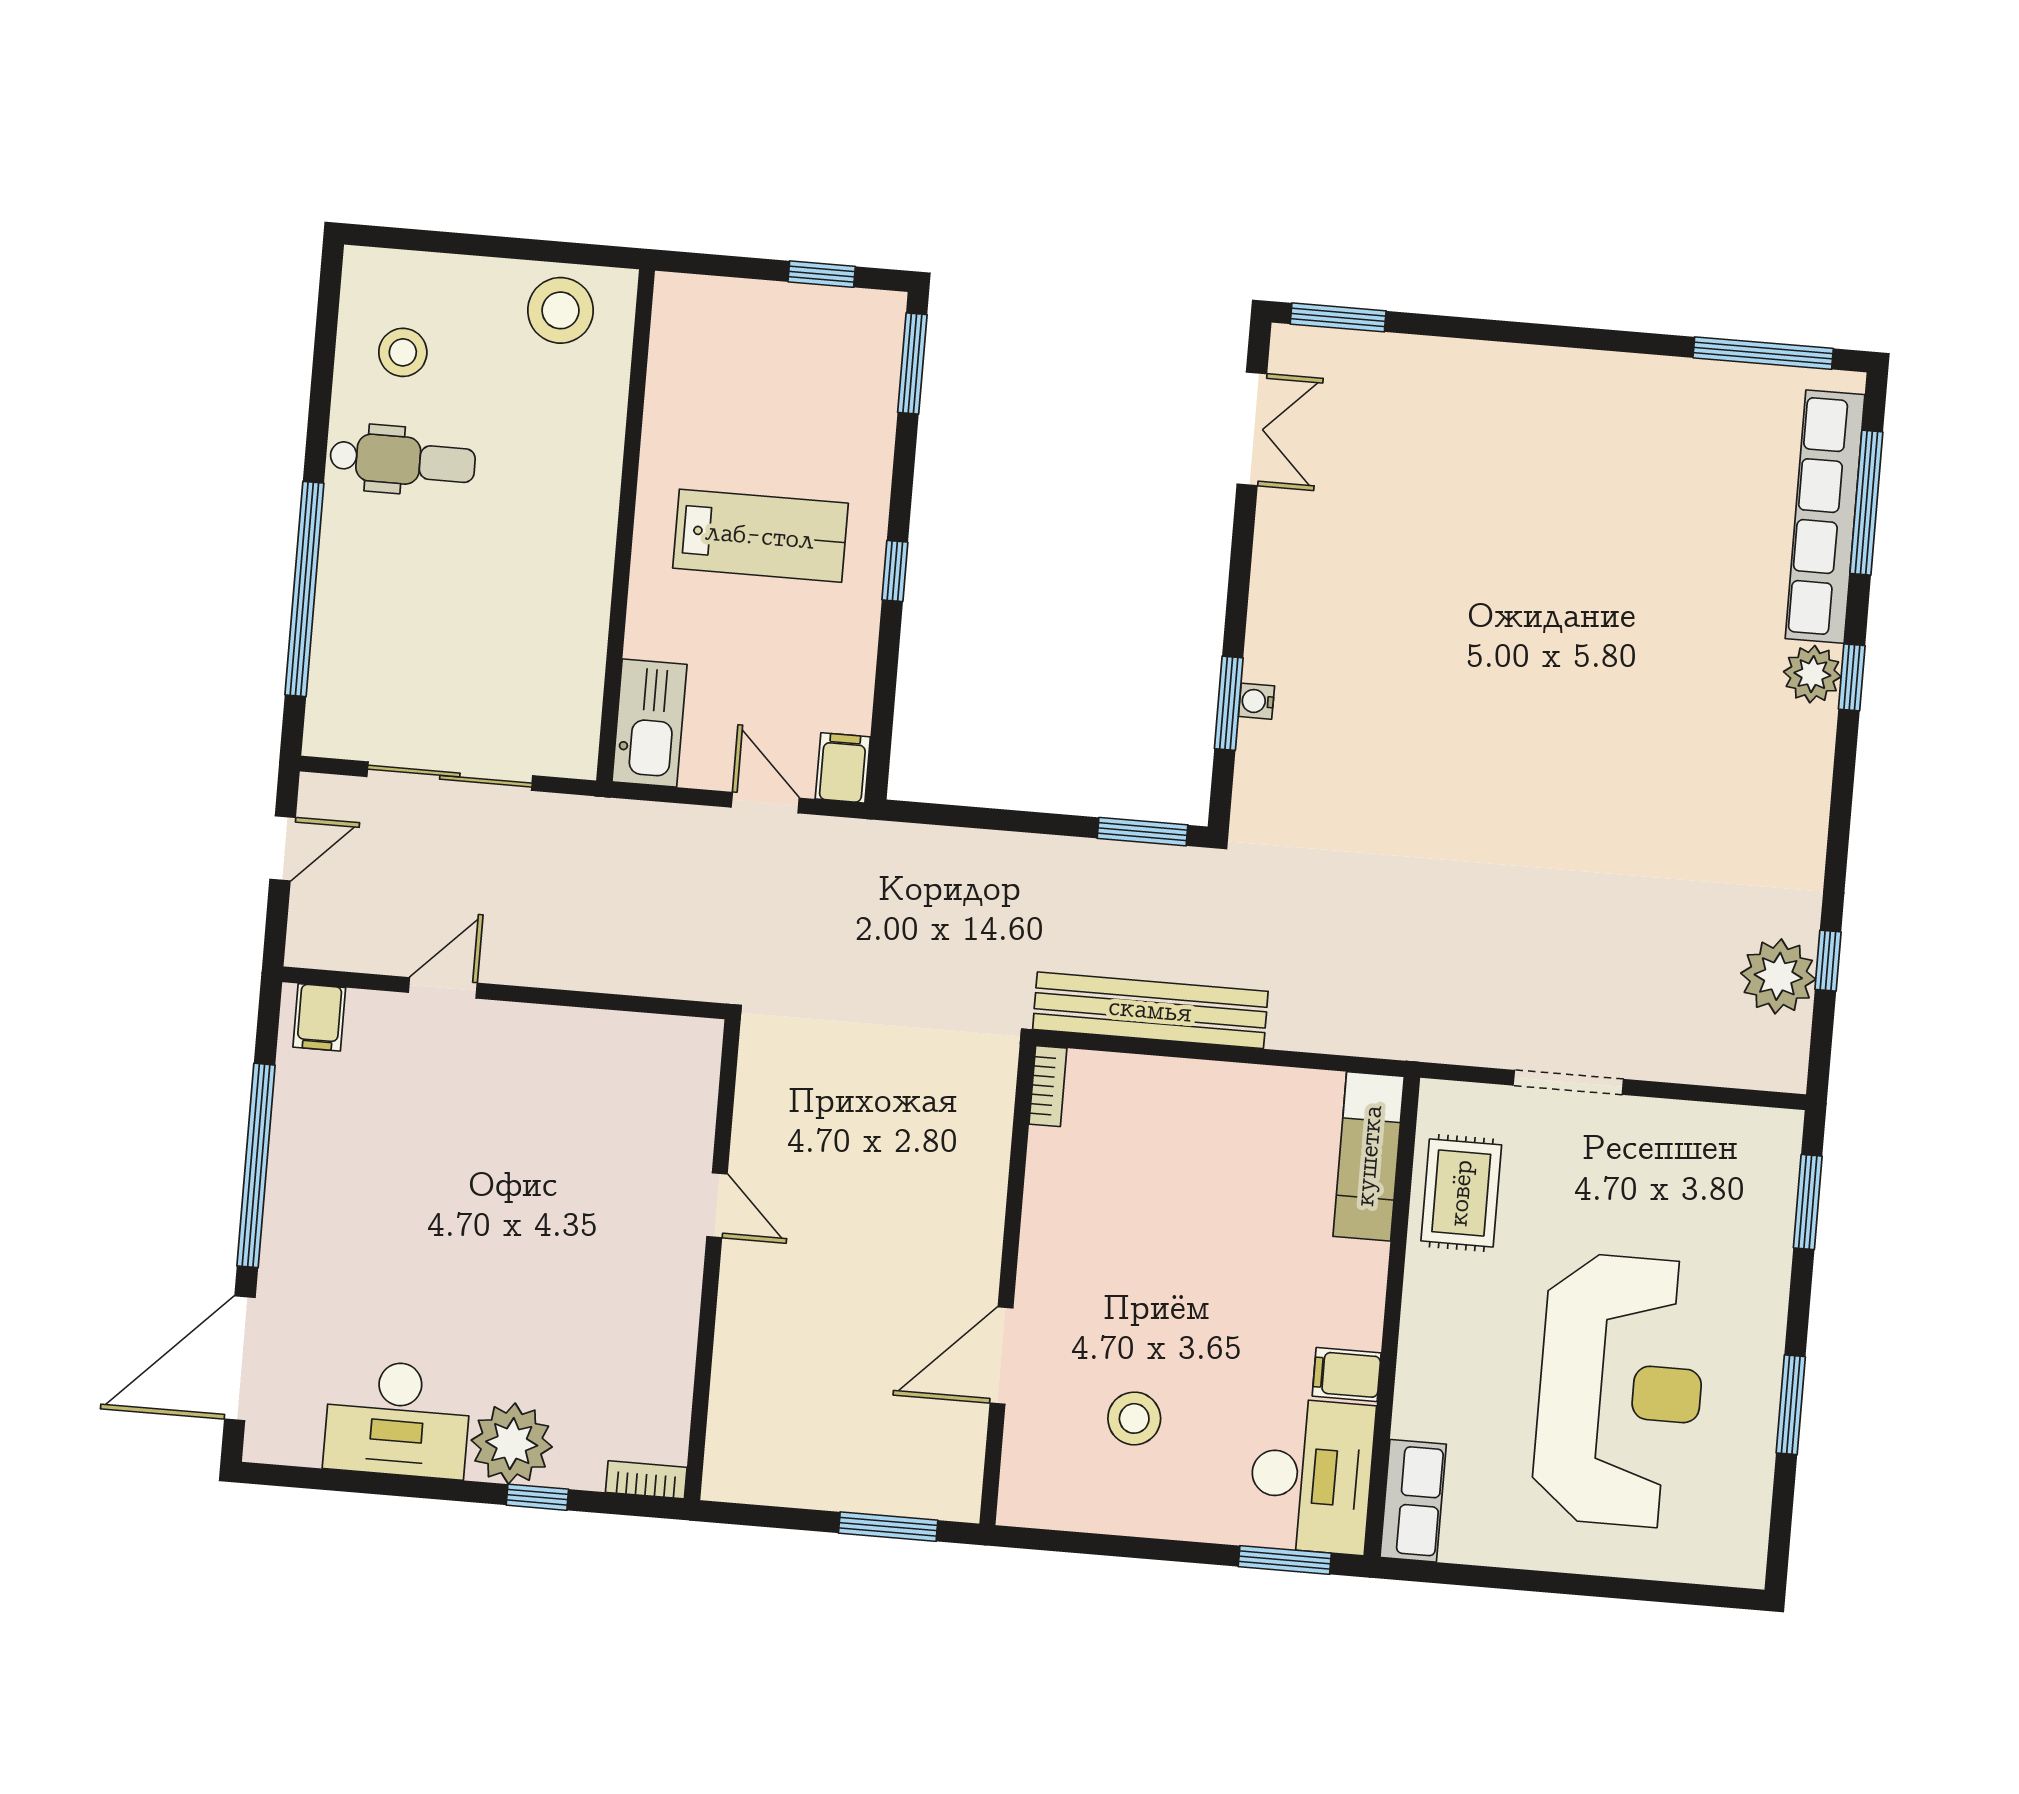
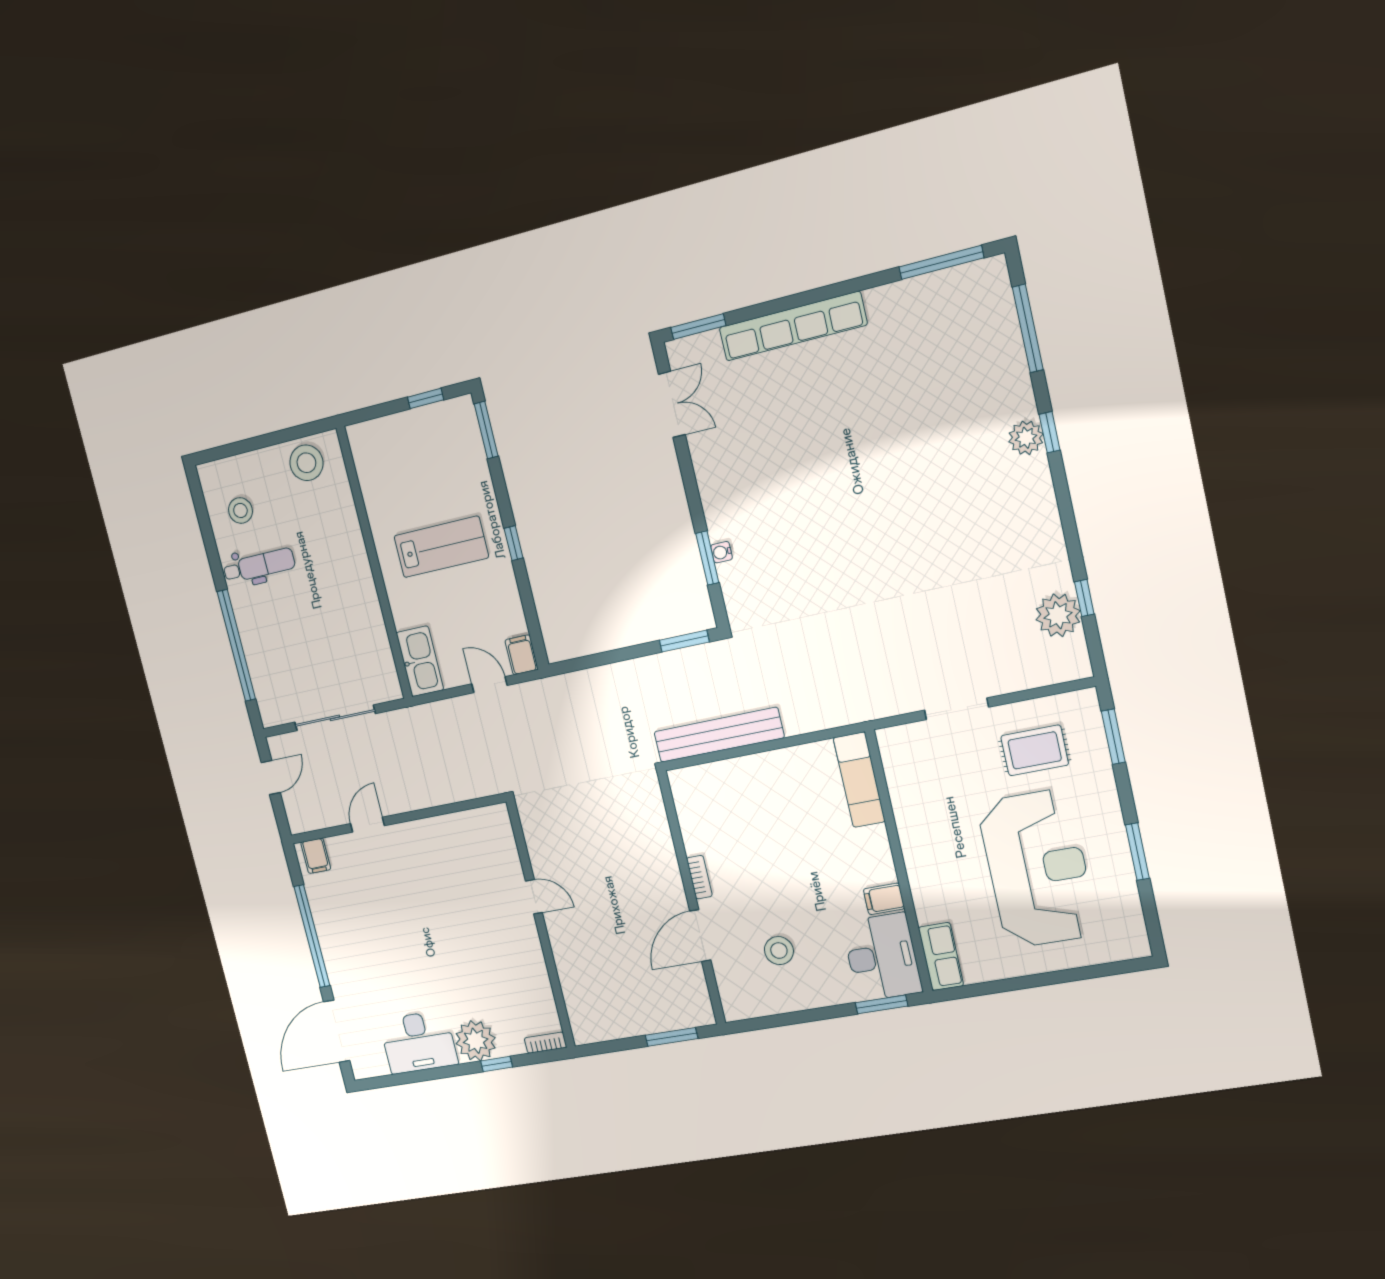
row of seats: (1825, 517) -> (793, 326), moved, turned -90
bookcase: (1048, 1086) -> (699, 877), moved
rug: (1461, 1193) -> (1035, 750), moved, turned 90

